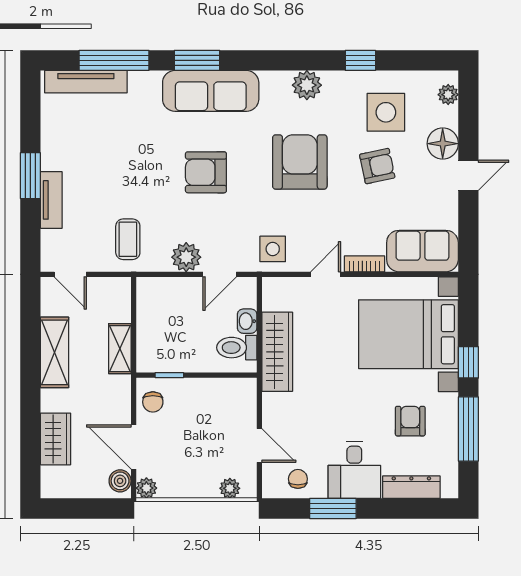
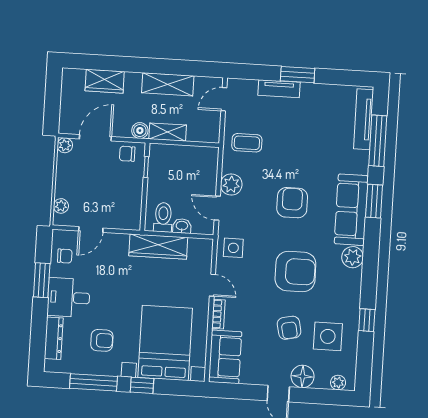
plant: (307, 85) -> (353, 257), moved
boiler: (120, 481) -> (140, 131), moved

